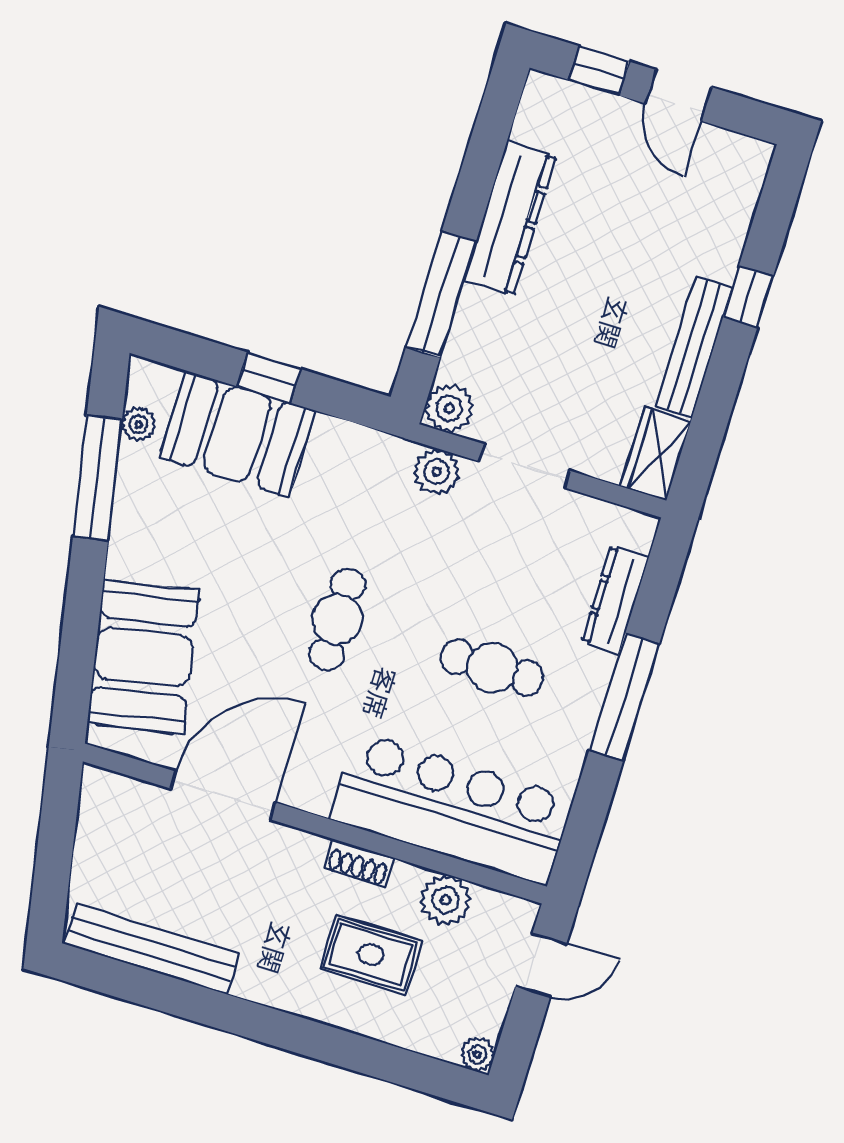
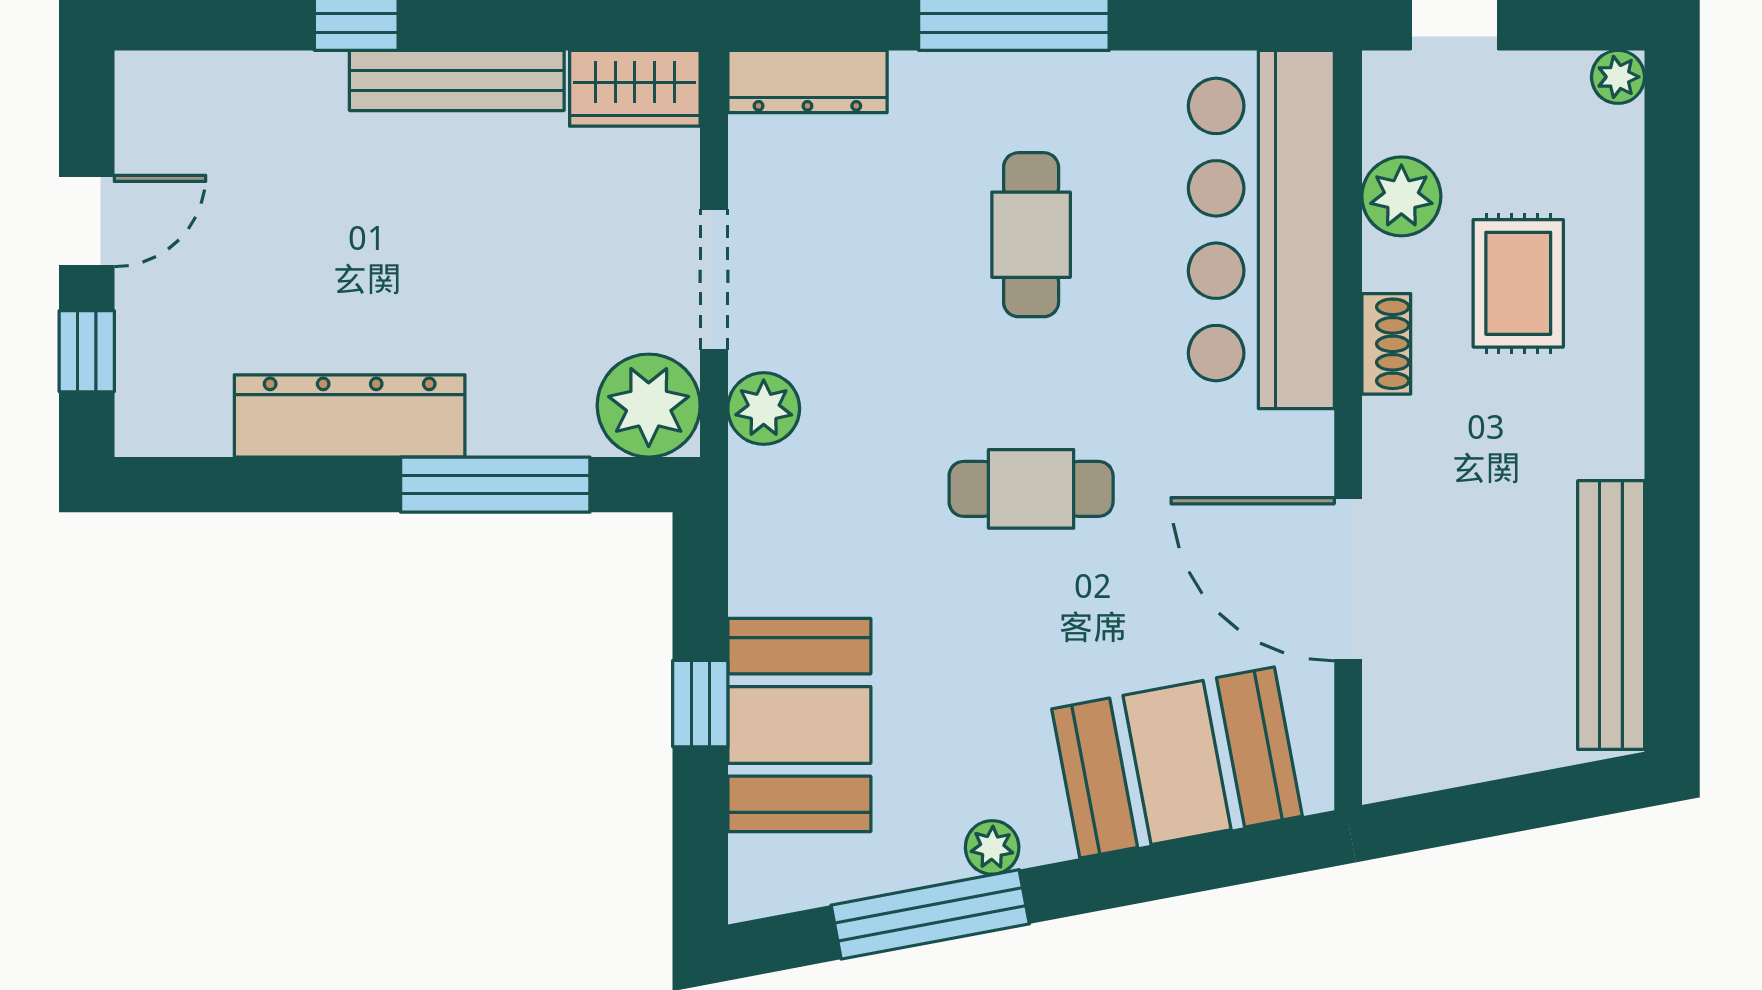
plant: (449, 408) -> (649, 406), width x1.36, depth x1.36
plant: (138, 424) -> (992, 847), moved
dresser: (615, 600) -> (807, 82), moved

